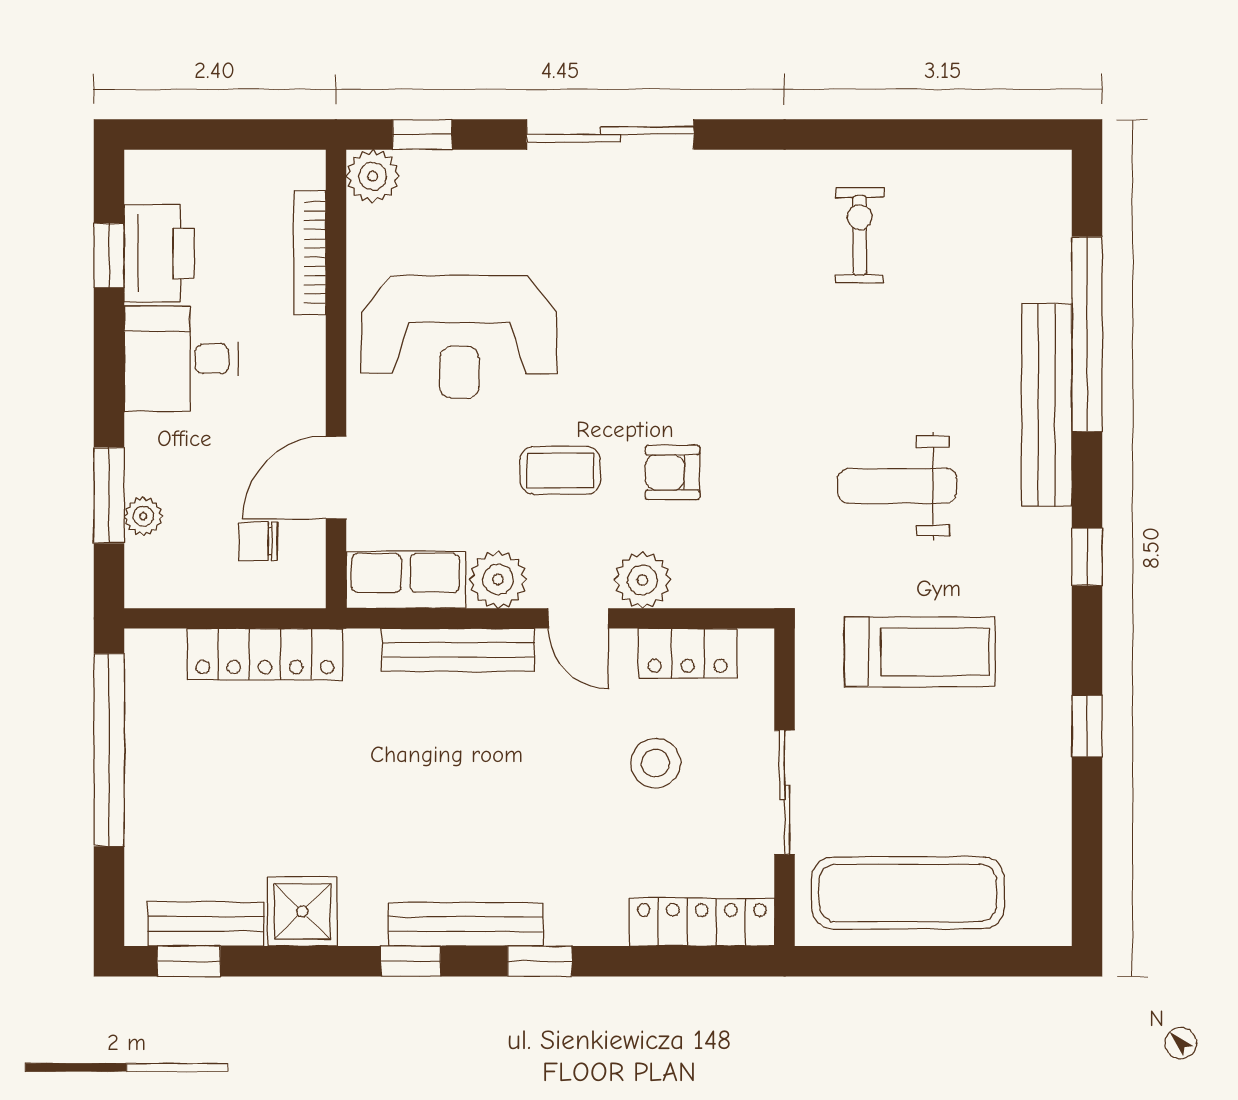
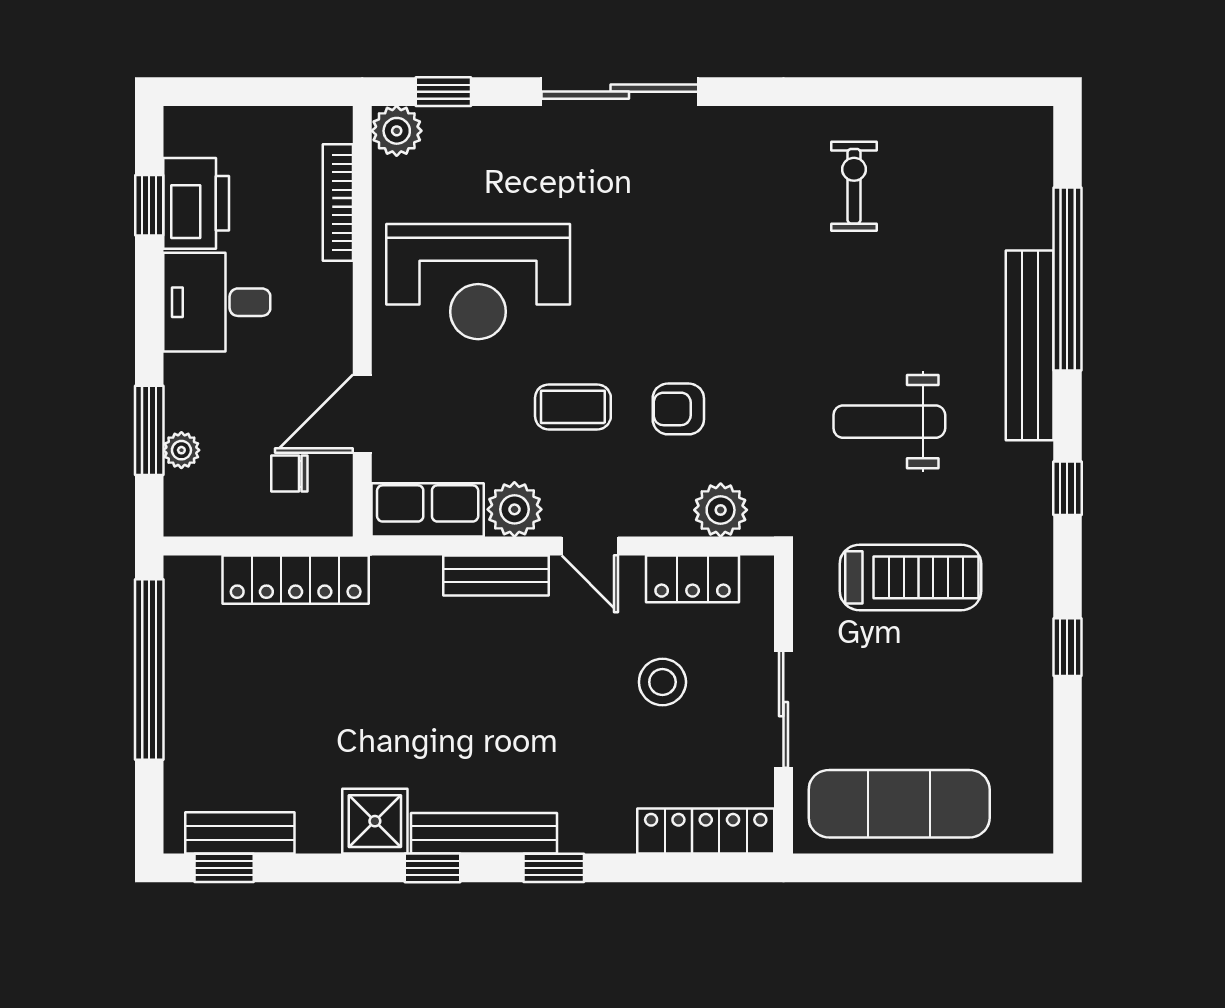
plant: (642, 580) -> (721, 510), moved
bench: (458, 650) -> (496, 576), width x0.73
shower: (302, 911) -> (375, 821), moved

